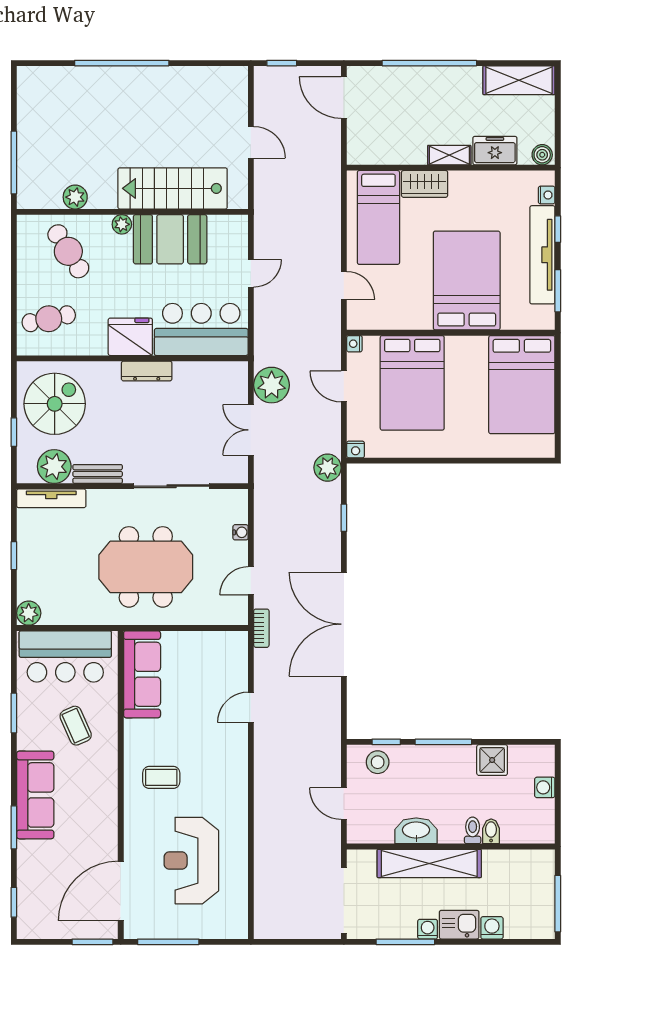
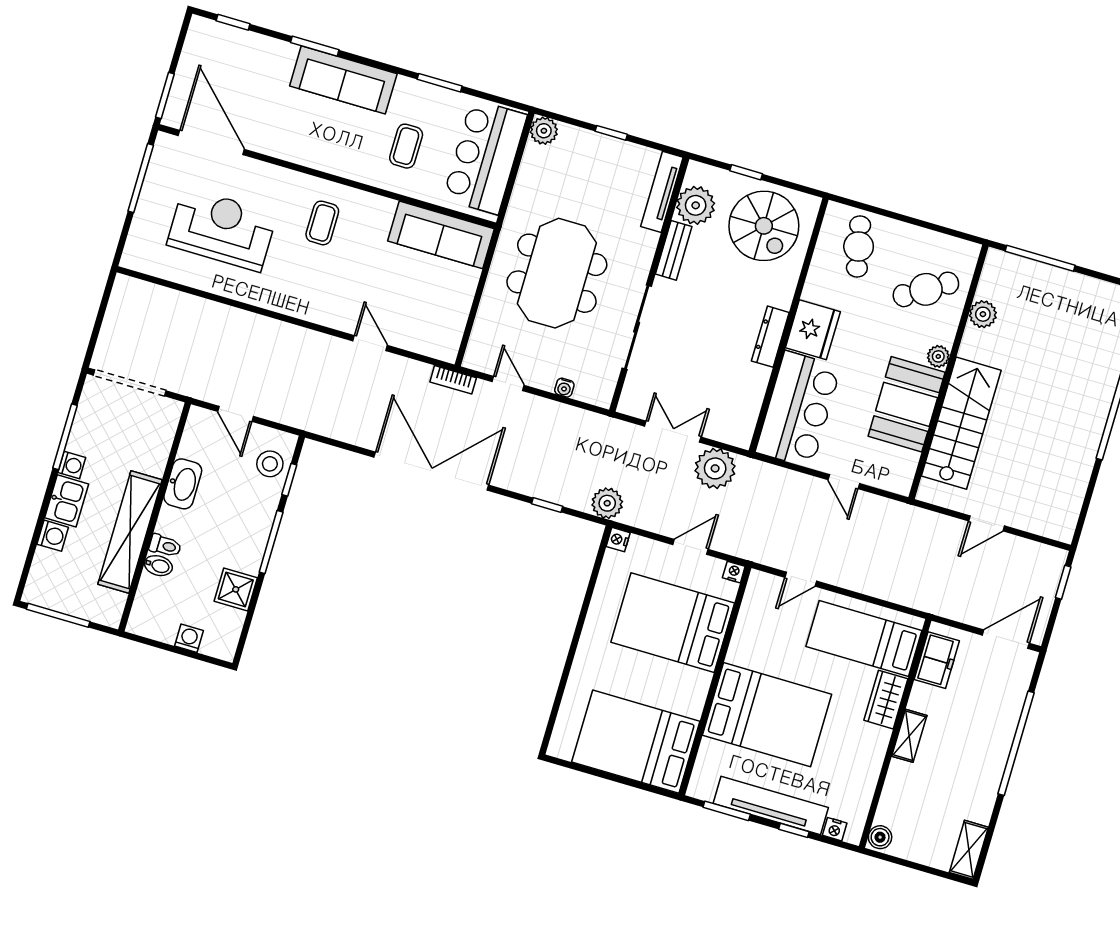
shelving: (519, 80) -> (969, 850), width x0.67, depth x0.75
freezer: (495, 151) -> (937, 660), moved
coffee table: (76, 726) -> (406, 146), turned -66
door: (344, 803) -> (236, 414), swing flipped
shelving: (429, 863) -> (130, 532), moved

